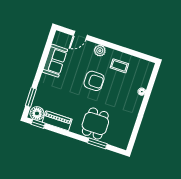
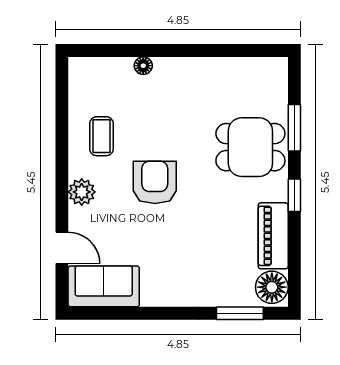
sofa: (55, 61) -> (104, 286), moved
window: (38, 124) -> (294, 195), moved

